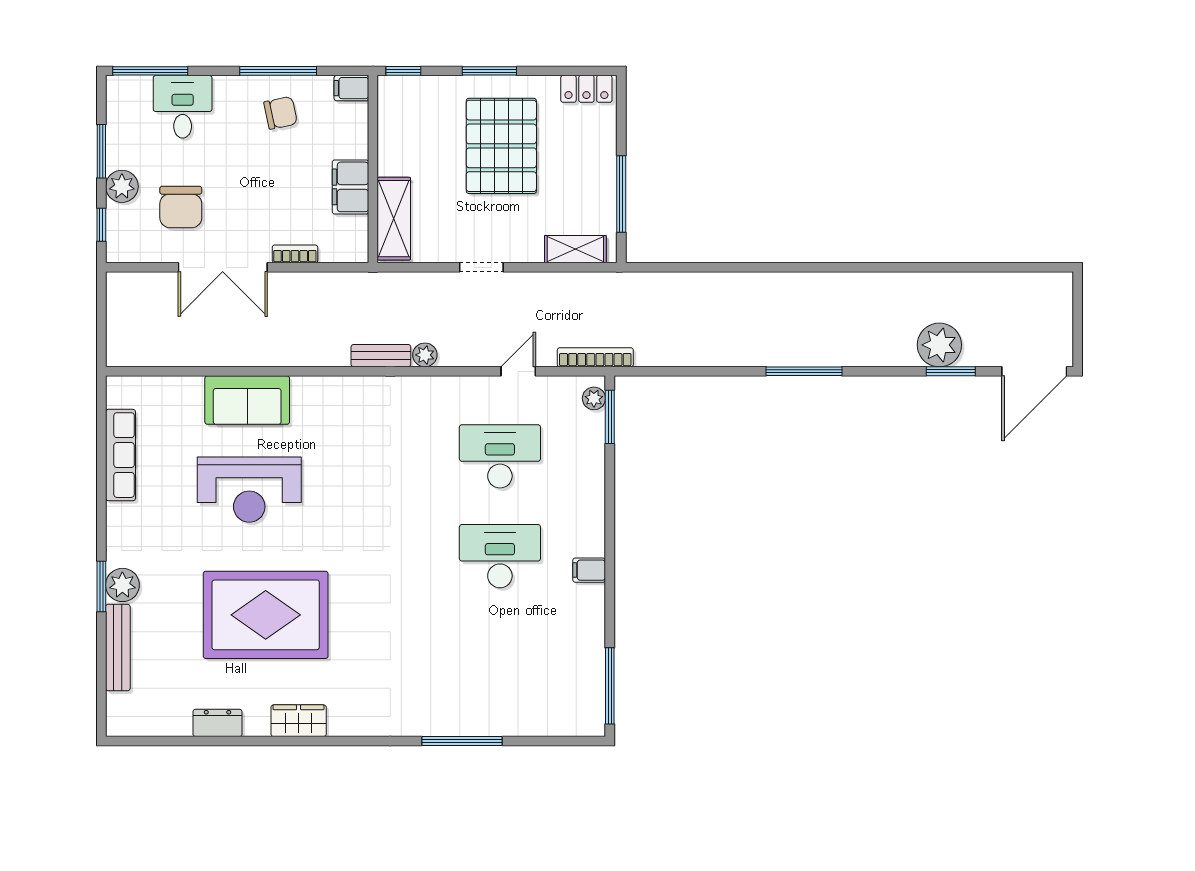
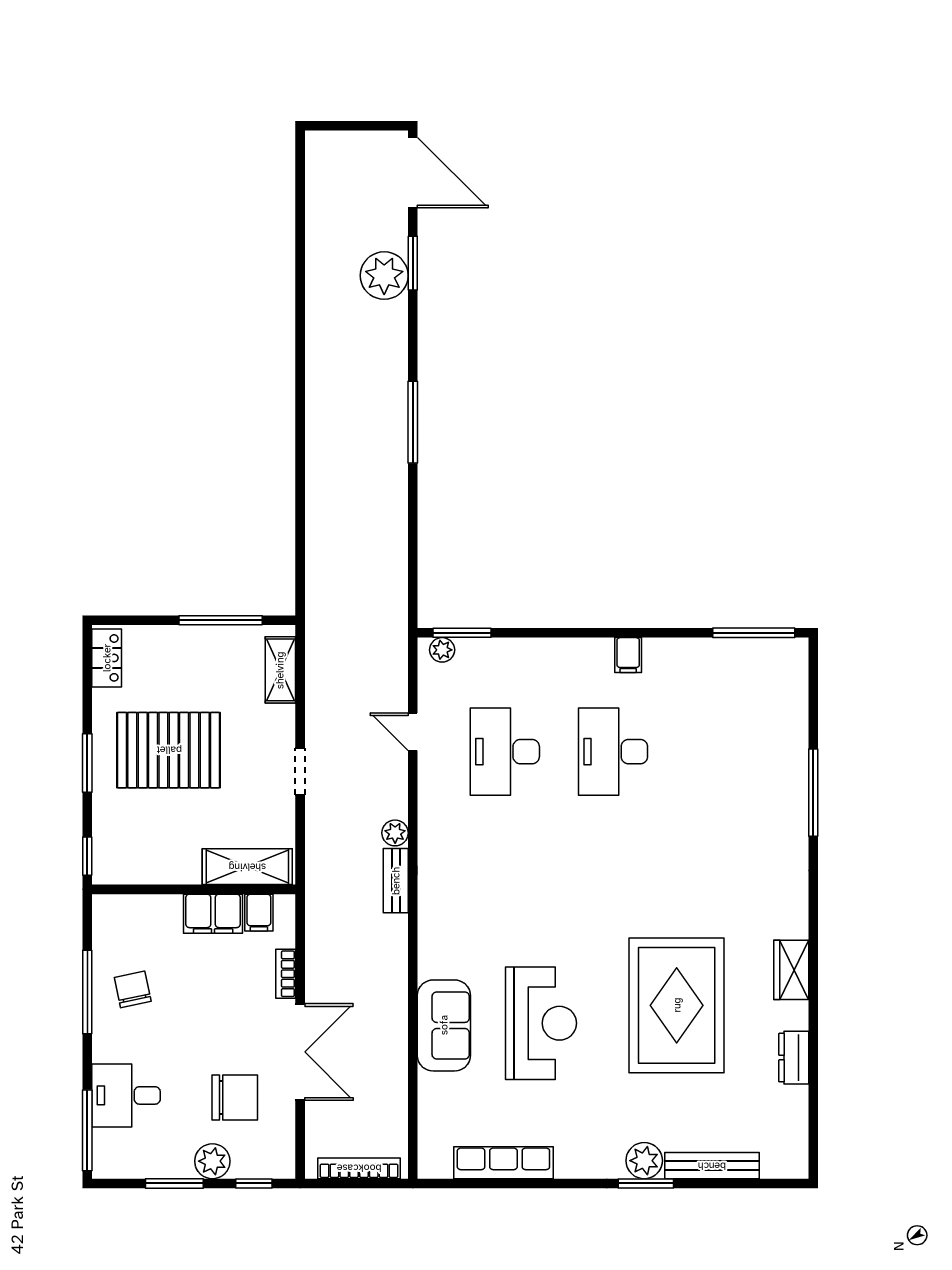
filing cabinet: (351, 88) -> (259, 913), moved
bookcase: (595, 357) -> (359, 1168), moved, turned 90

